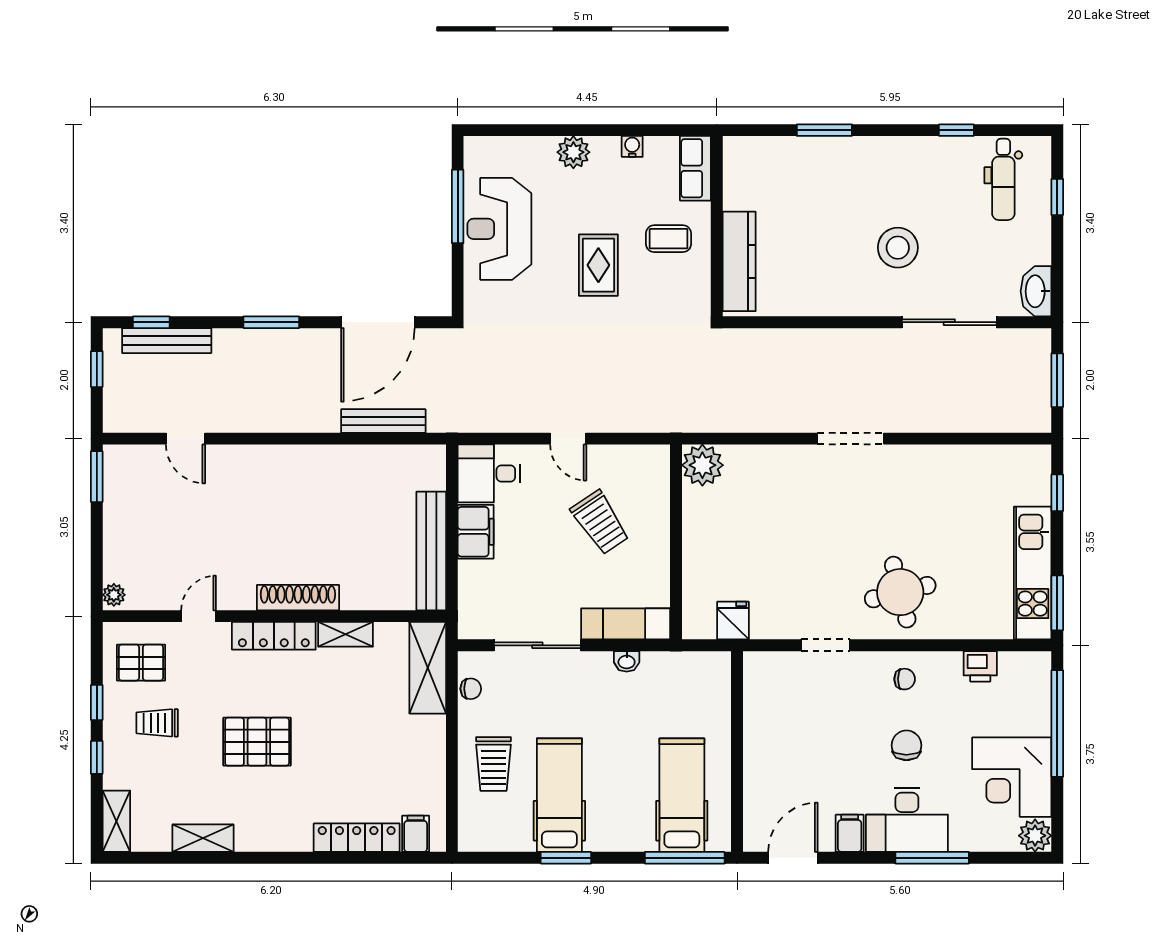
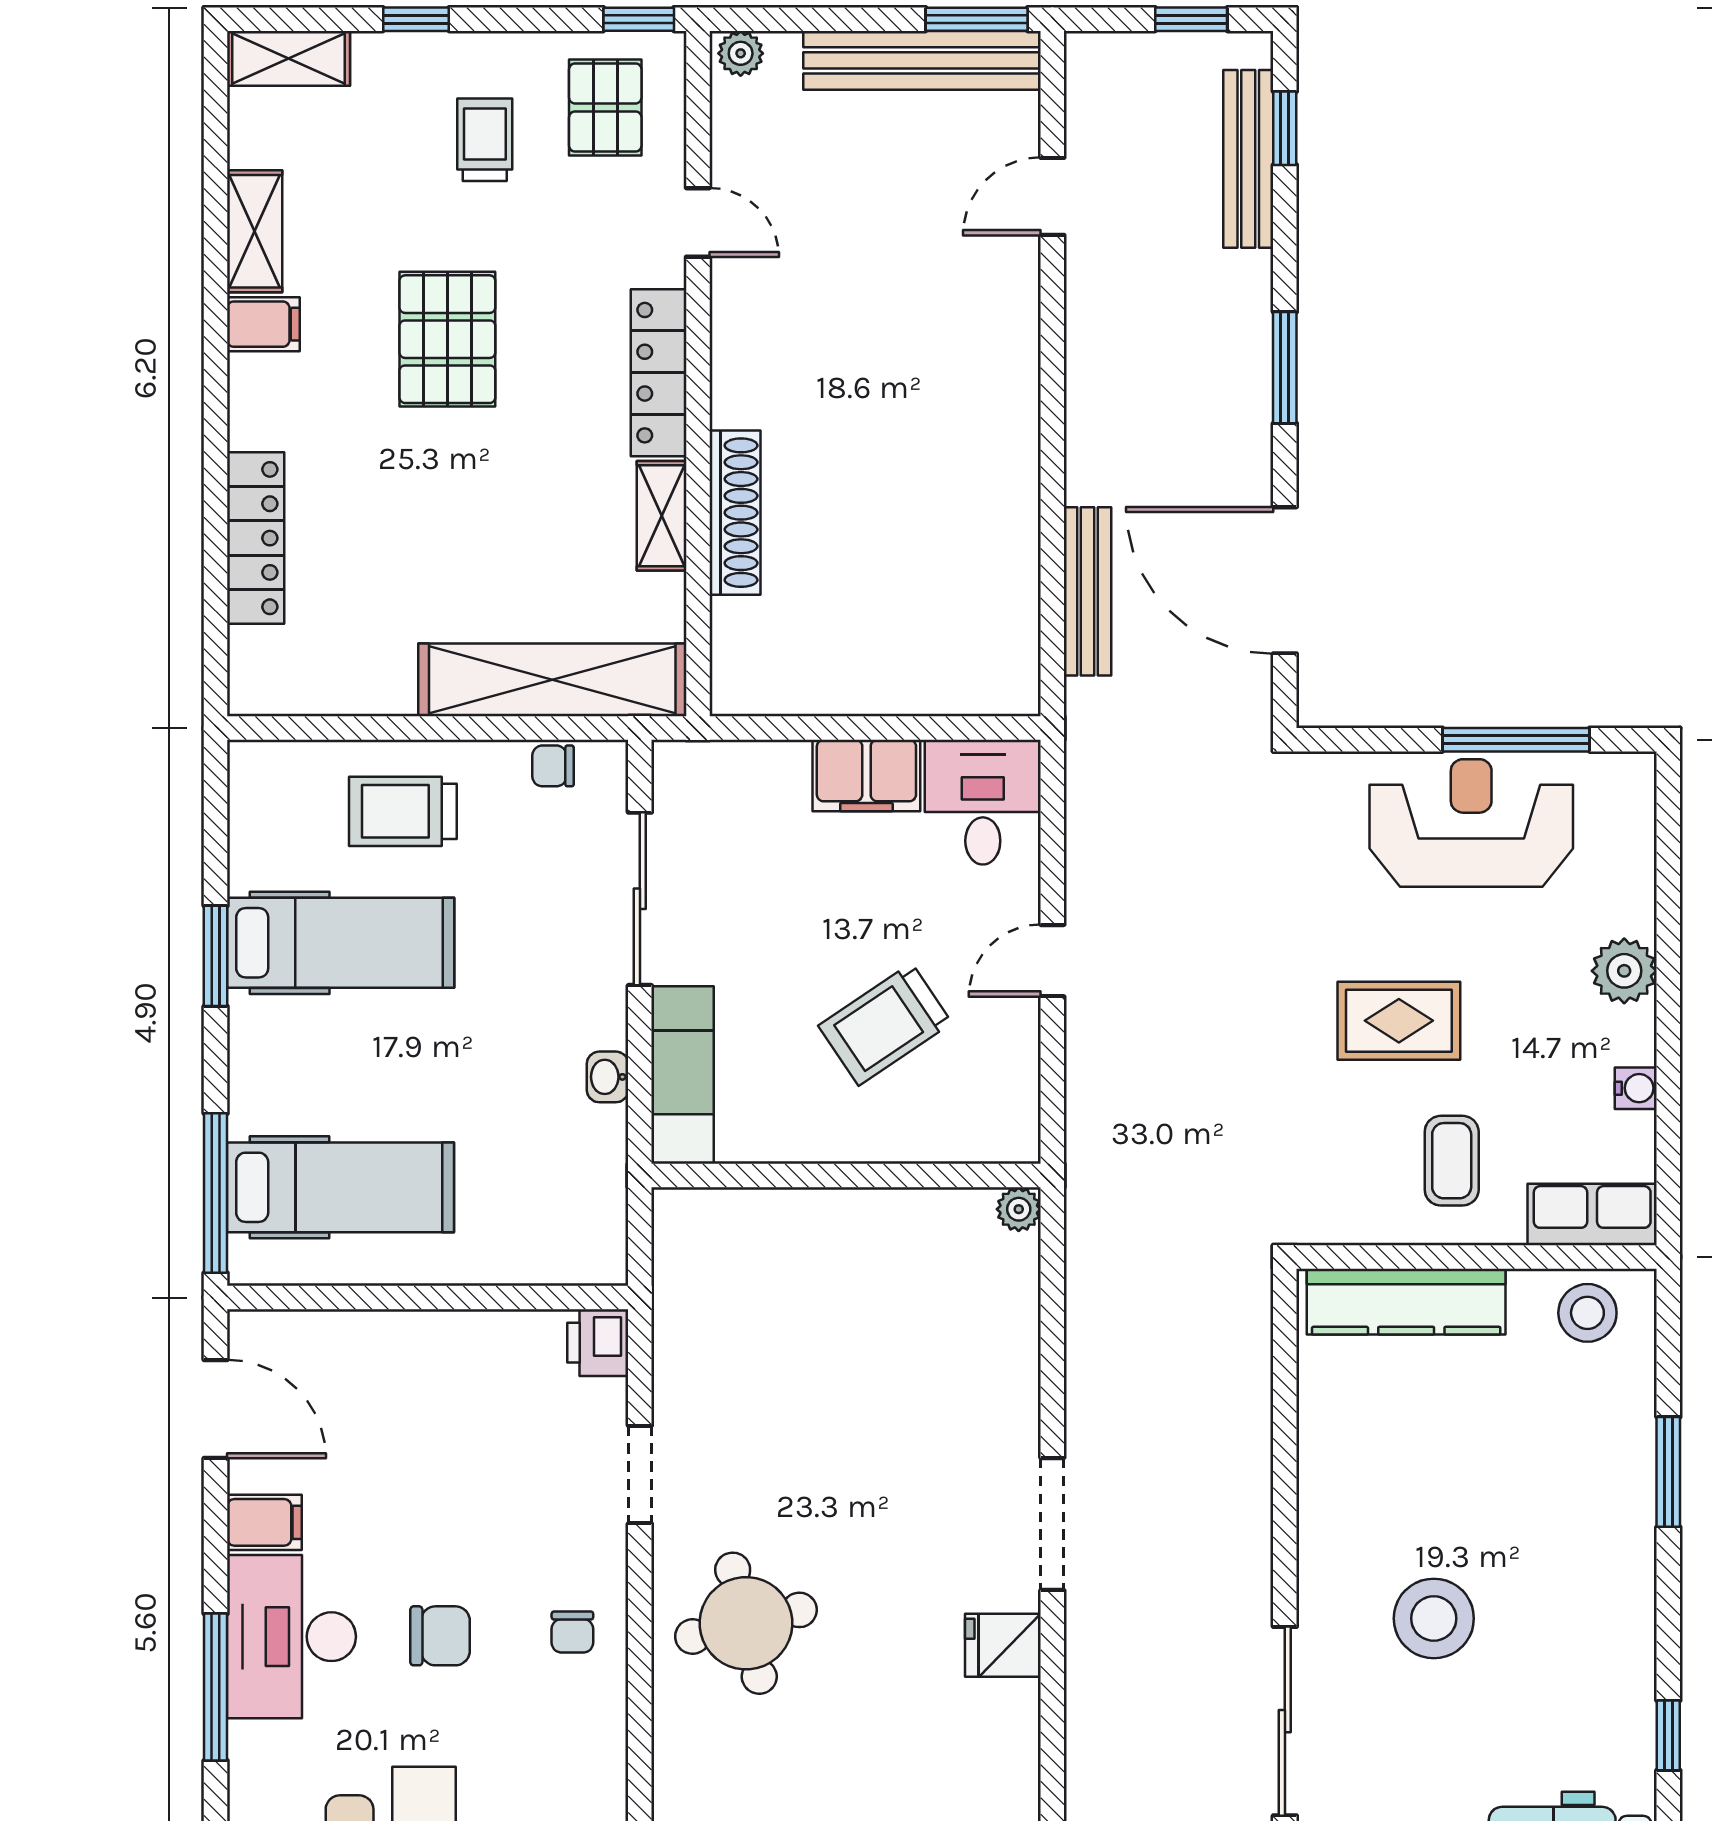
stool: (745, 171) -> (1587, 1313), added
plant: (702, 465) -> (1019, 1209), width x0.53, depth x0.53
bench: (431, 551) -> (922, 60), moved
shoe rack: (298, 598) -> (735, 513), moved
fridge: (733, 621) -> (1003, 1645), moved, turned 180
printer: (980, 666) -> (598, 1343), moved
shelving: (428, 668) -> (552, 680), width x1.47
chair: (471, 689) -> (553, 766), turned 90
window: (97, 702) -> (639, 19), moved
filing cabinet: (416, 834) -> (263, 324), moved

